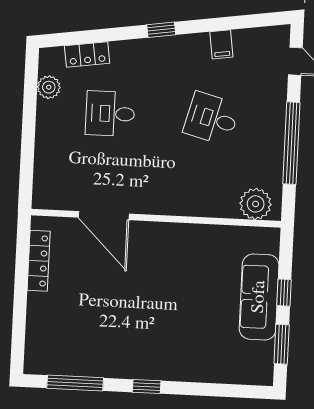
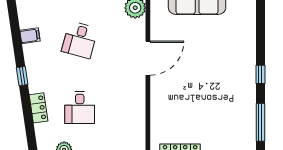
locker: (87, 54) -> (38, 108), moved
door: (104, 216) -> (148, 58), moved

